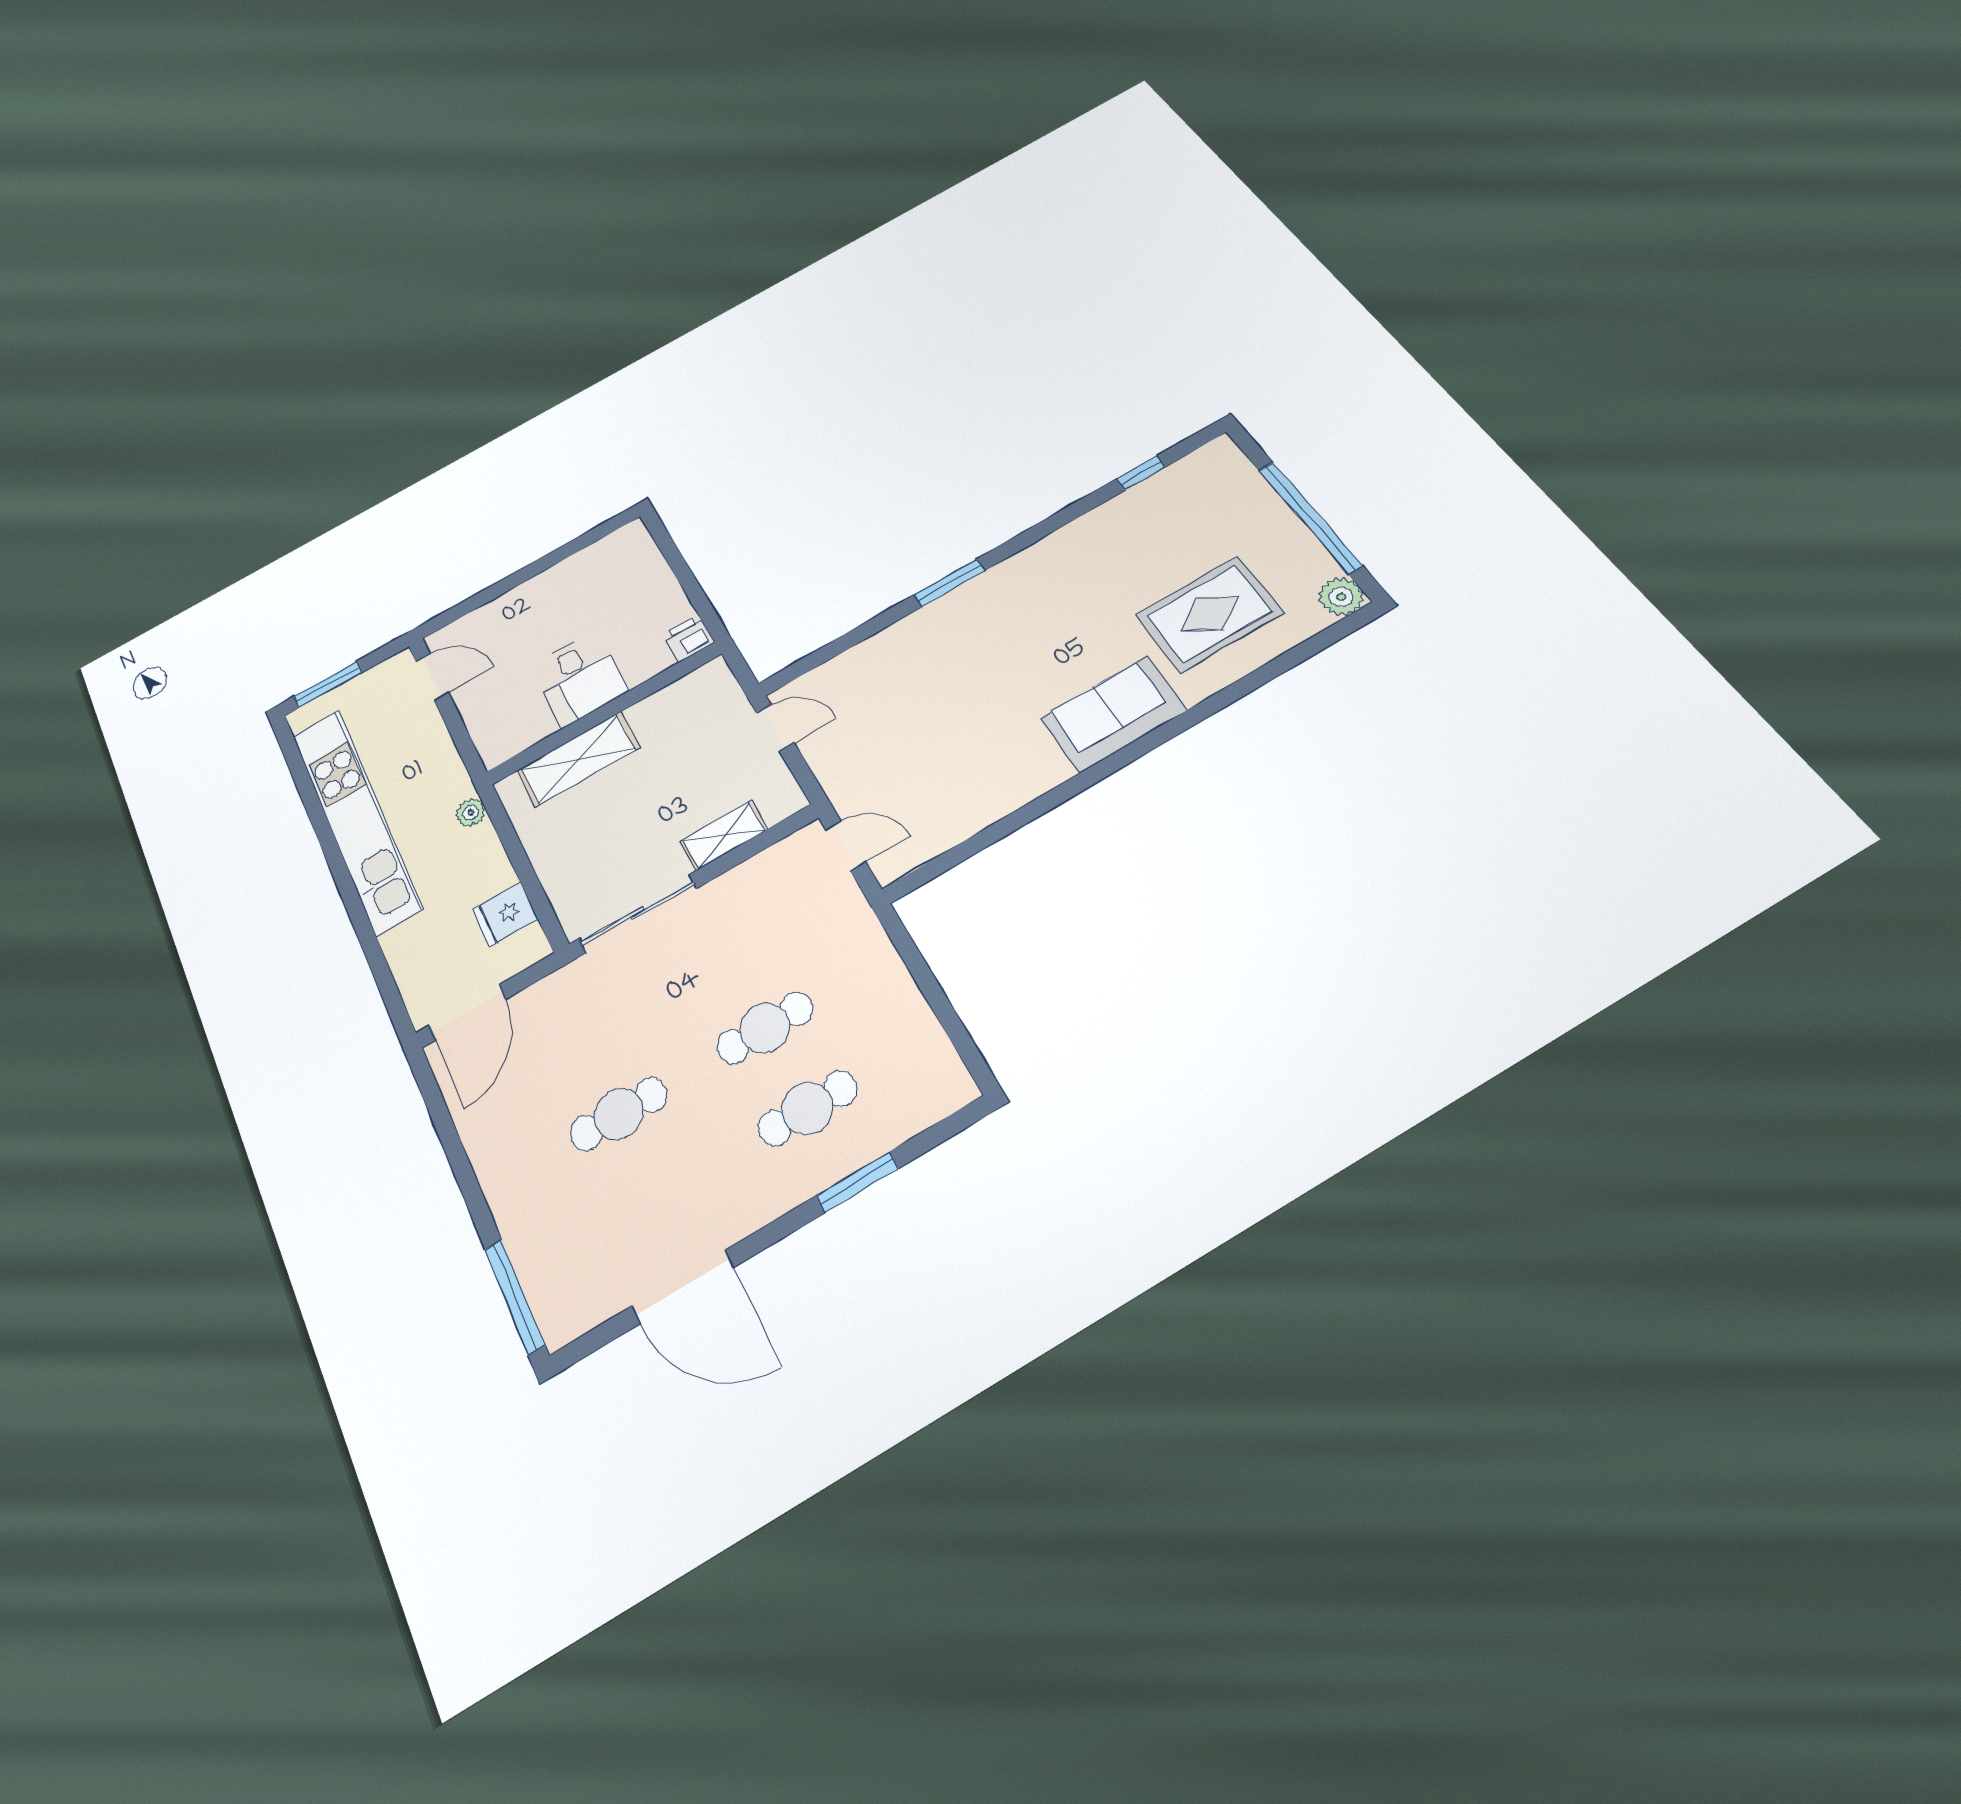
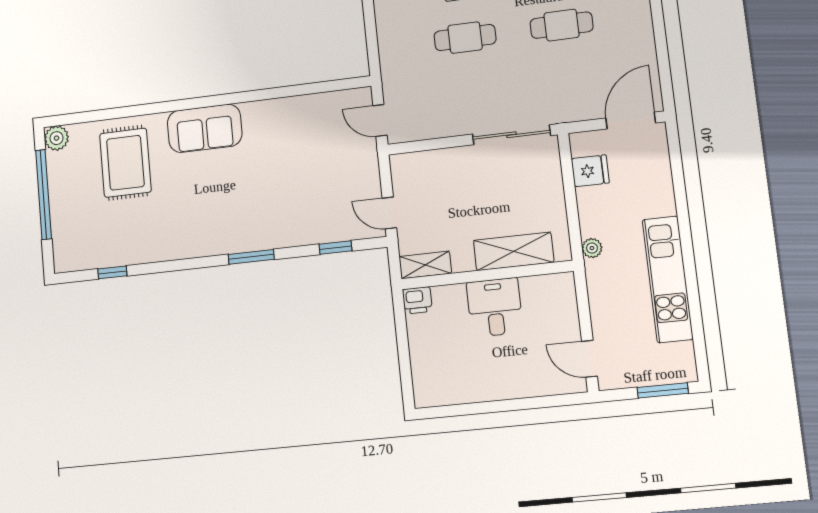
rug: (1209, 614) -> (125, 163), turned 90
window: (833, 649) -> (335, 248), added
kitchen unit: (356, 820) -> (668, 279), width x0.73
shelving: (724, 835) -> (425, 265), moved

